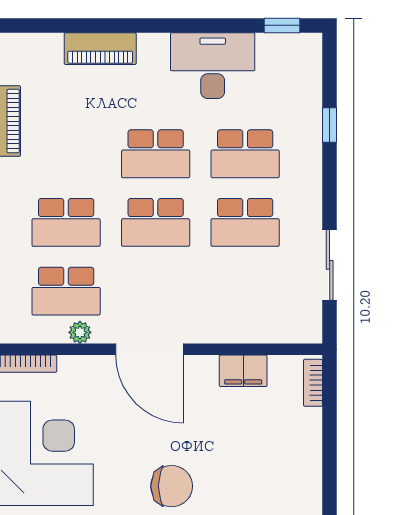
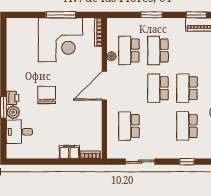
window: (330, 125) -> (187, 162), moved
school desk: (245, 222) -> (129, 126), moved
filing cabinet: (243, 371) -> (69, 152), moved, turned 90
chair: (172, 486) -> (47, 95), turned 180

